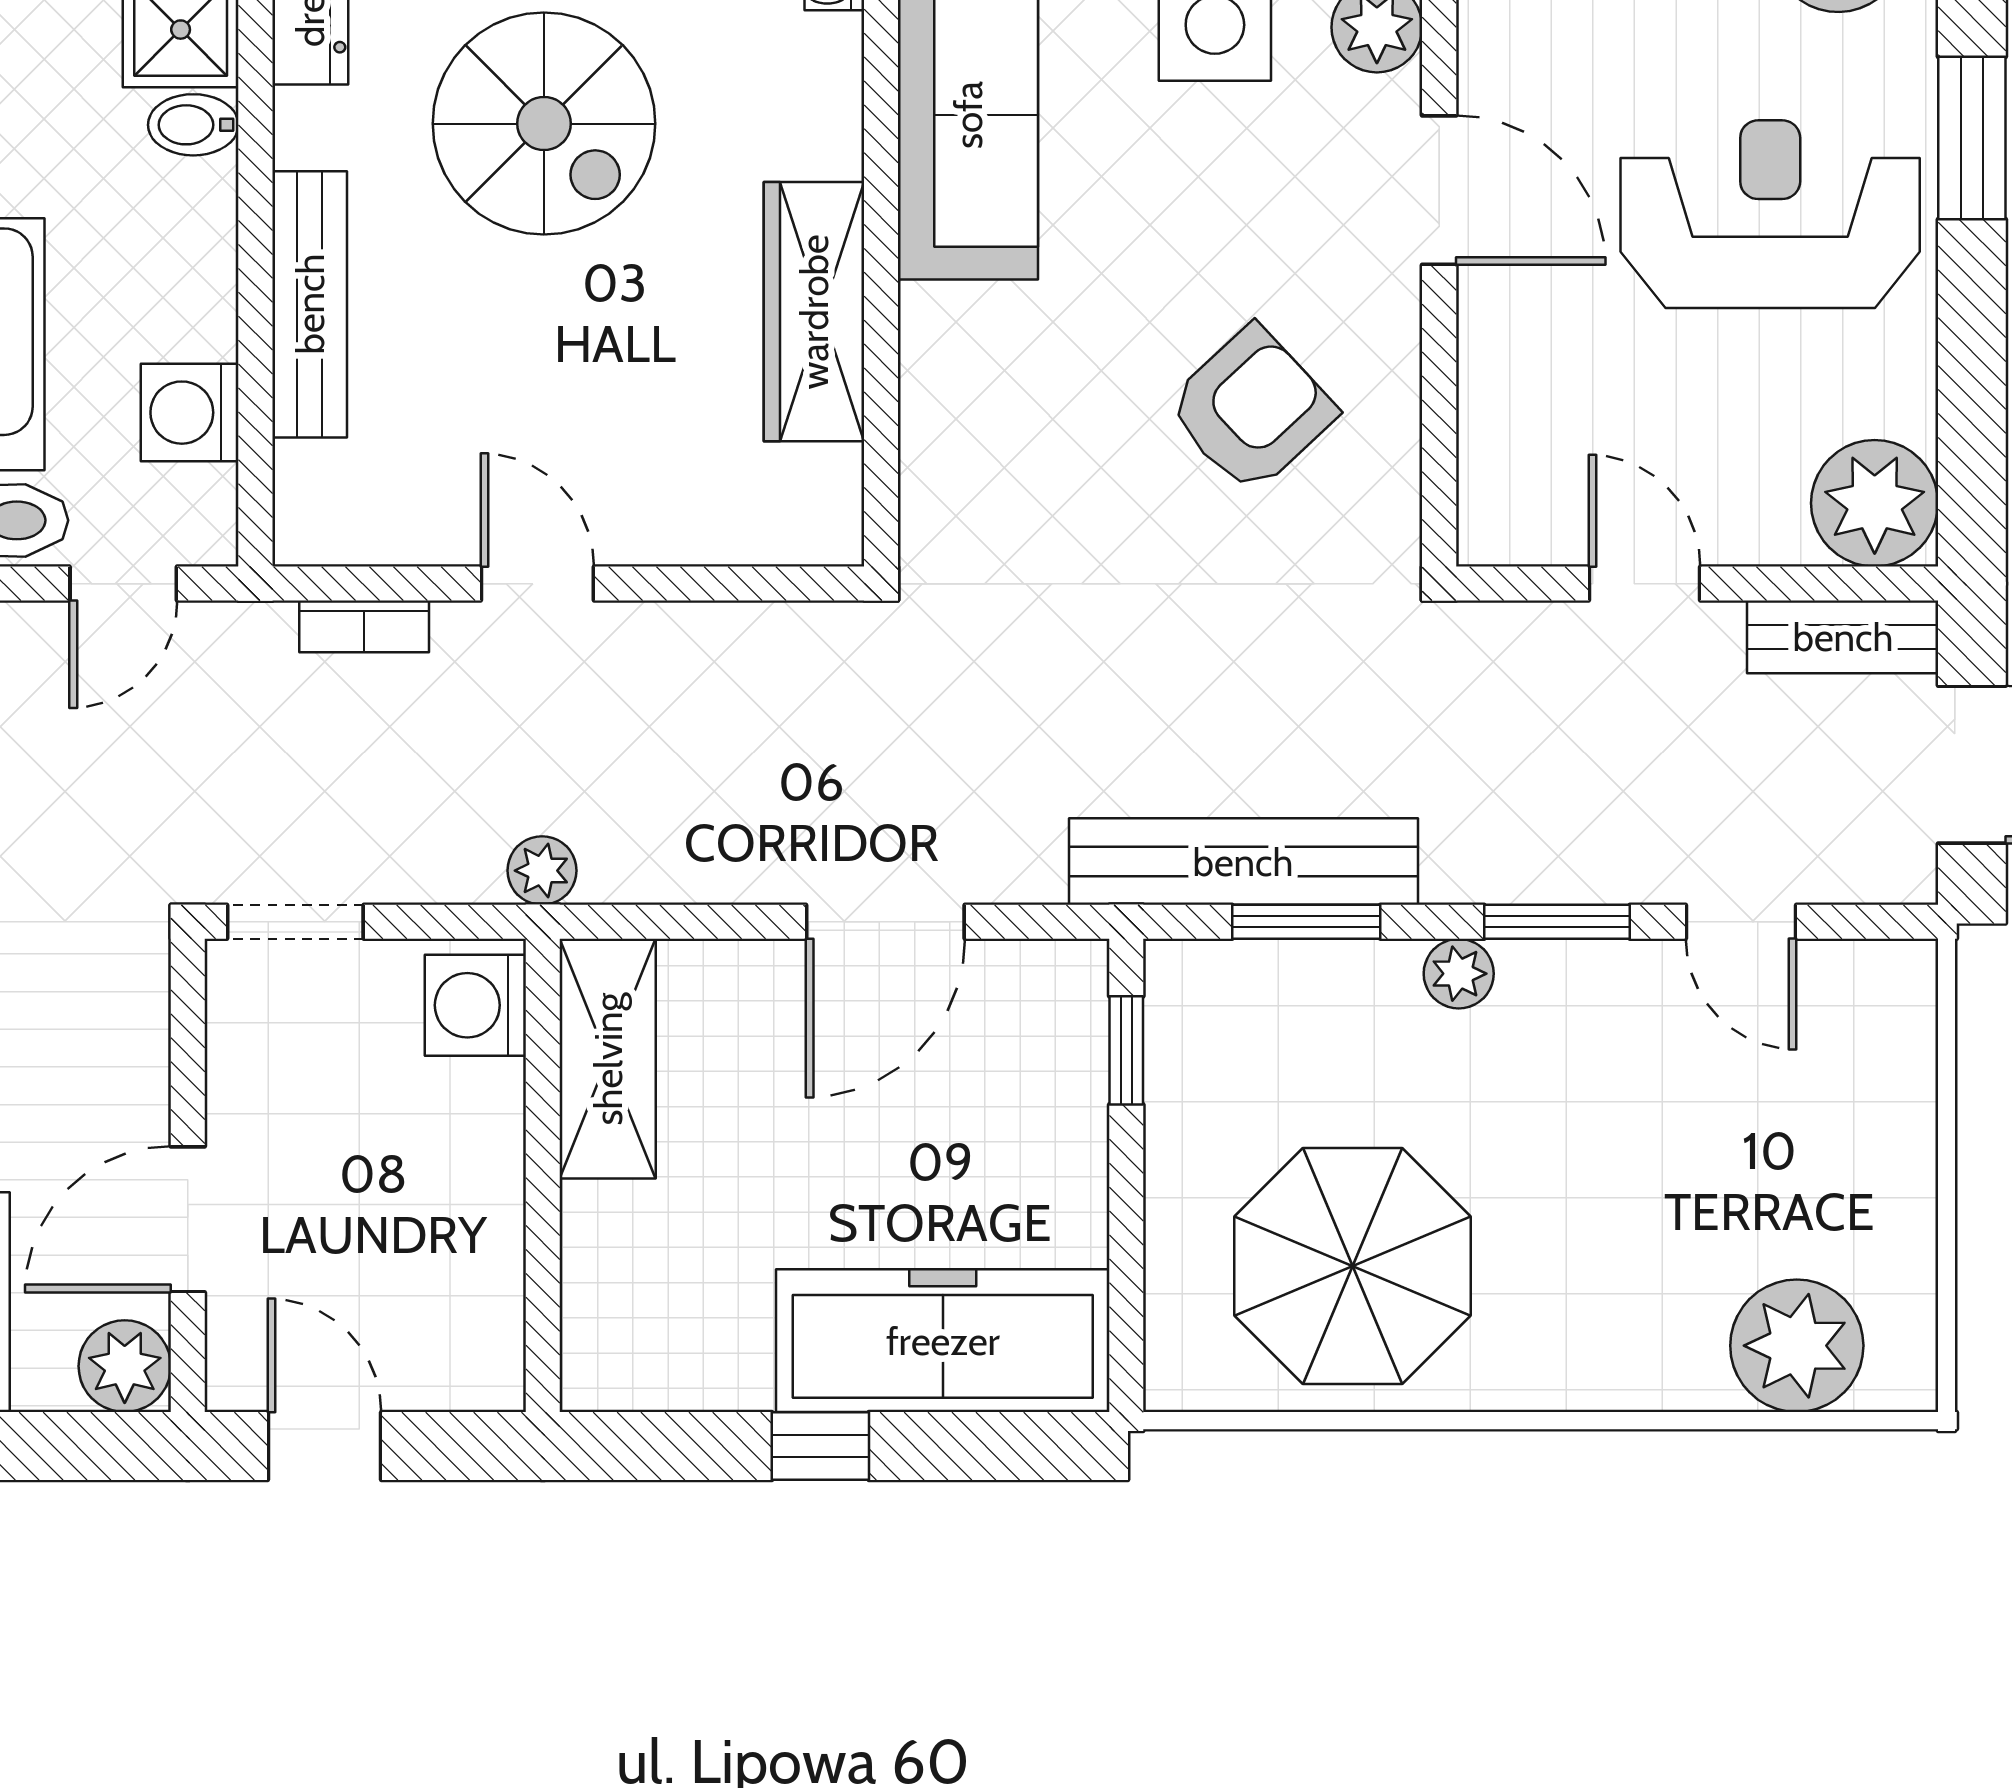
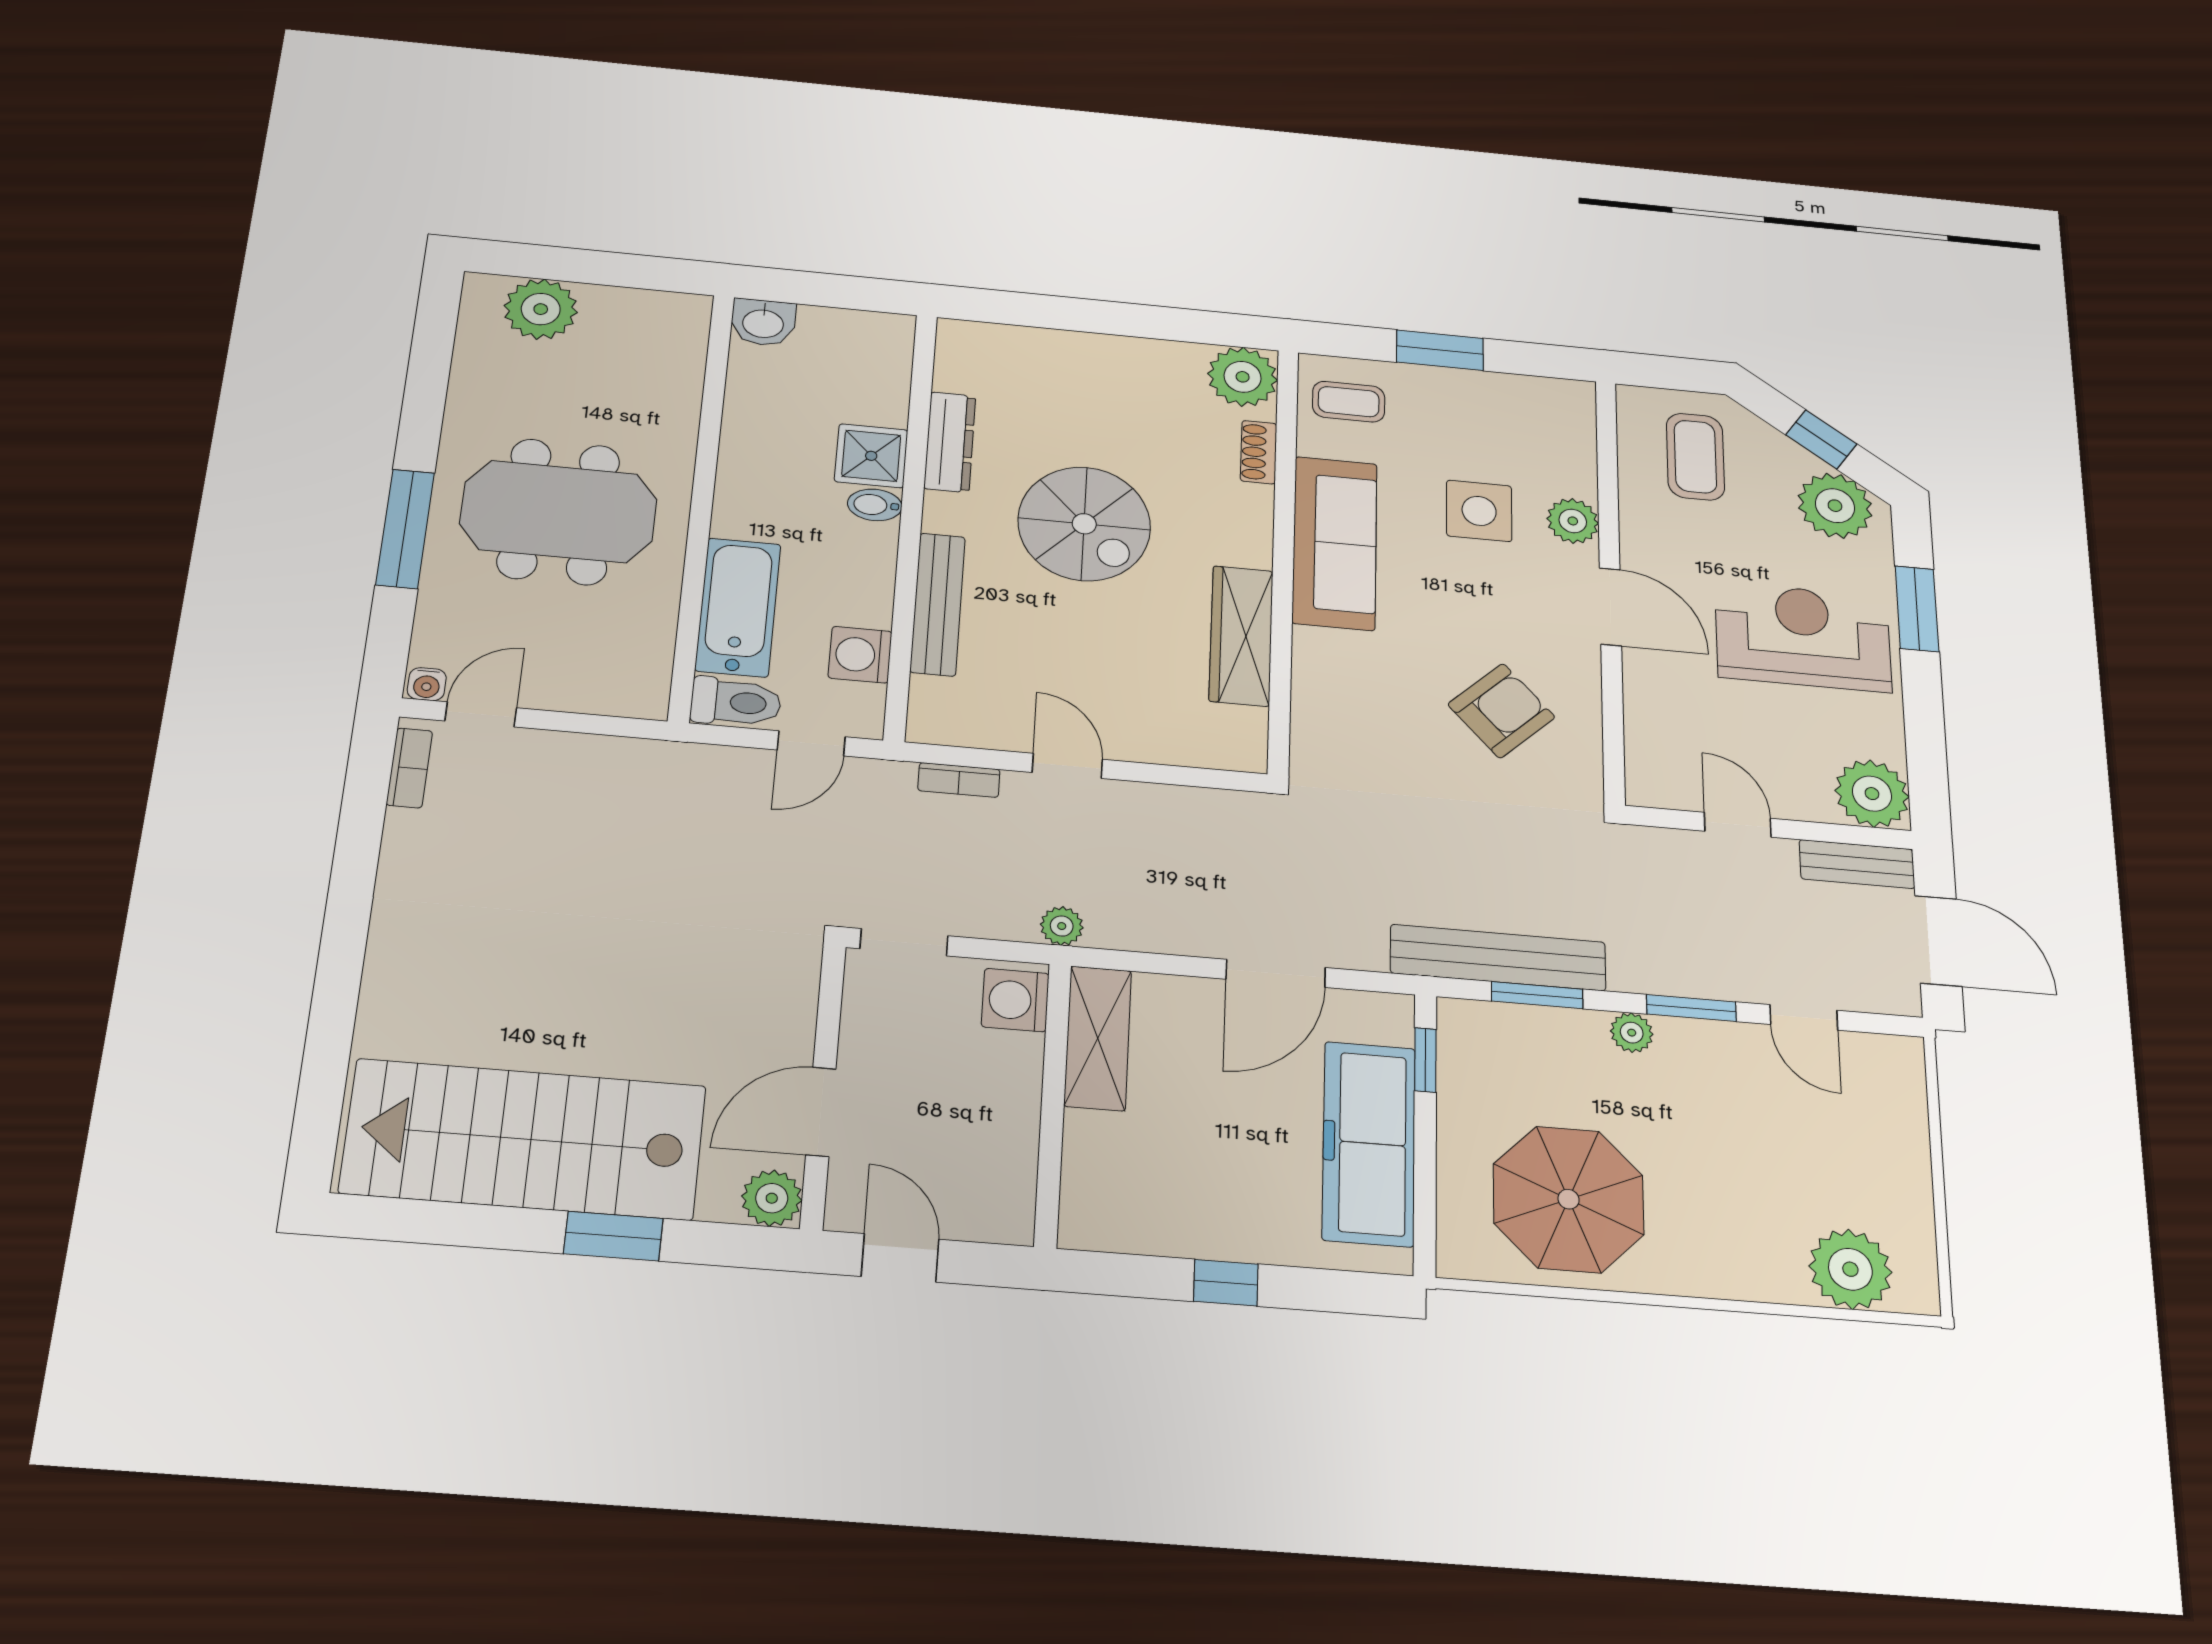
freezer: (943, 1341) -> (1369, 1143), moved, turned -90

